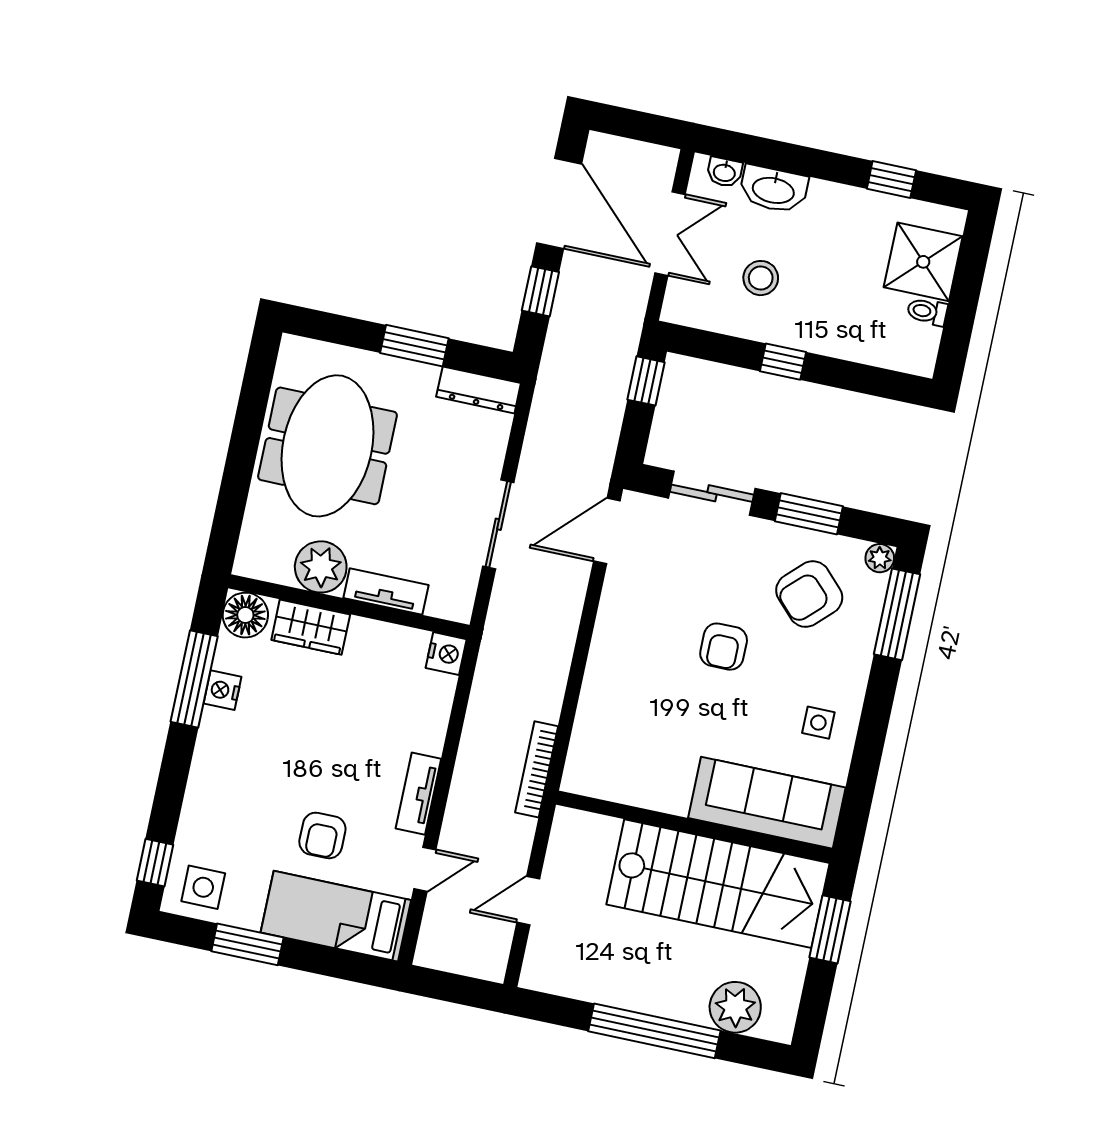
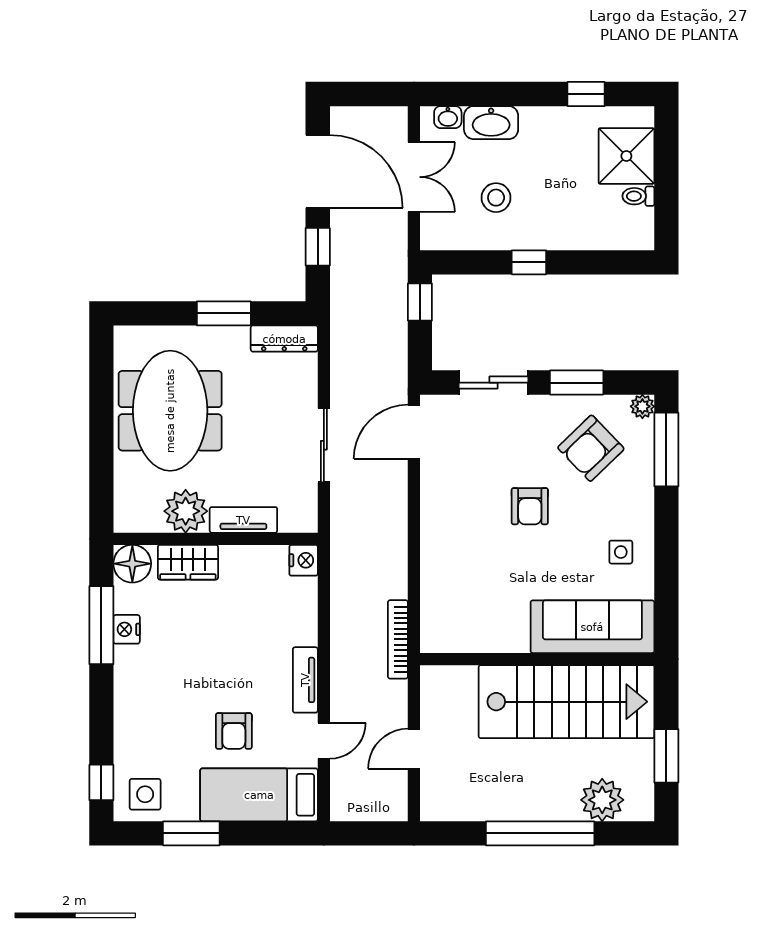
window: (830, 929) -> (666, 756), moved

